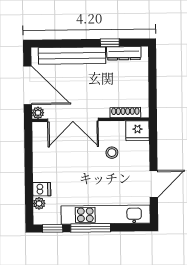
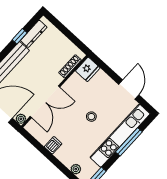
stool: (112, 153) -> (91, 117), moved
dishwasher: (42, 189) -> (53, 145), moved
window: (91, 228) -> (129, 142), moved

